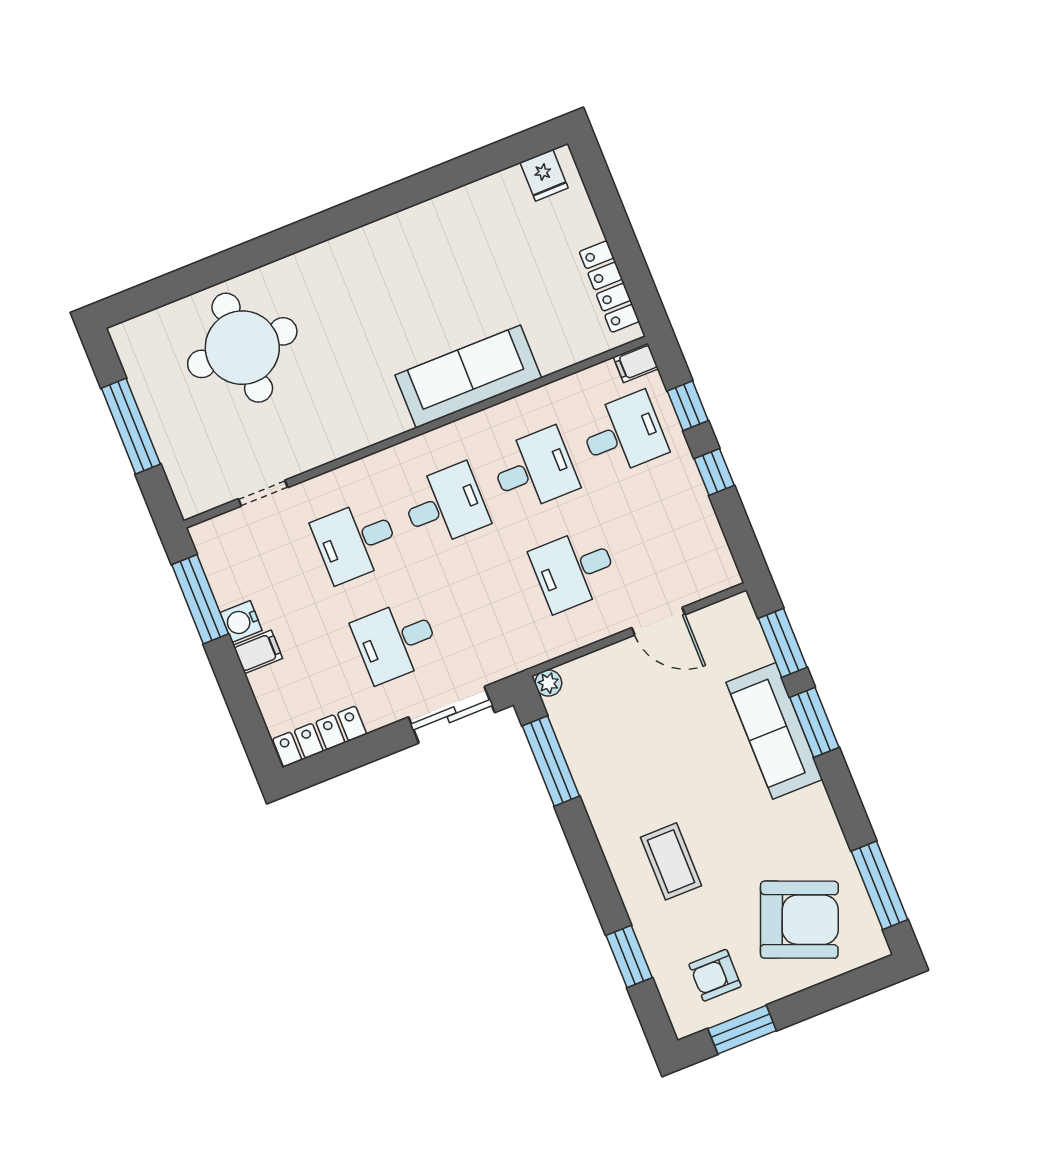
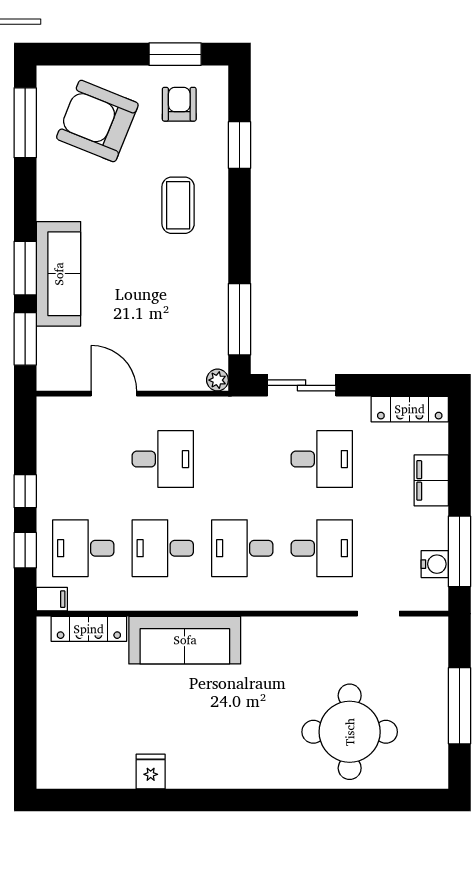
fridge: (544, 175) -> (151, 772), moved
locker: (609, 287) -> (89, 629), moved, turned 90
water cooler: (241, 621) -> (435, 564), moved
filing cabinet: (258, 652) -> (431, 480), width x2.00
armchair: (715, 975) -> (179, 104), turned -90

